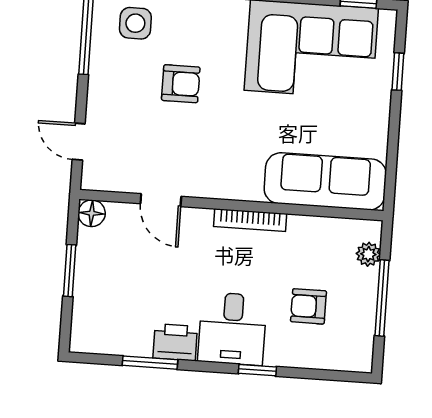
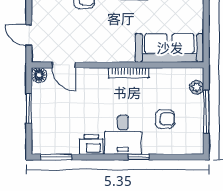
door: (161, 200) -> (64, 65), moved
armchair: (308, 306) -> (165, 119), turned 180
window: (150, 363) -> (56, 157), moved

